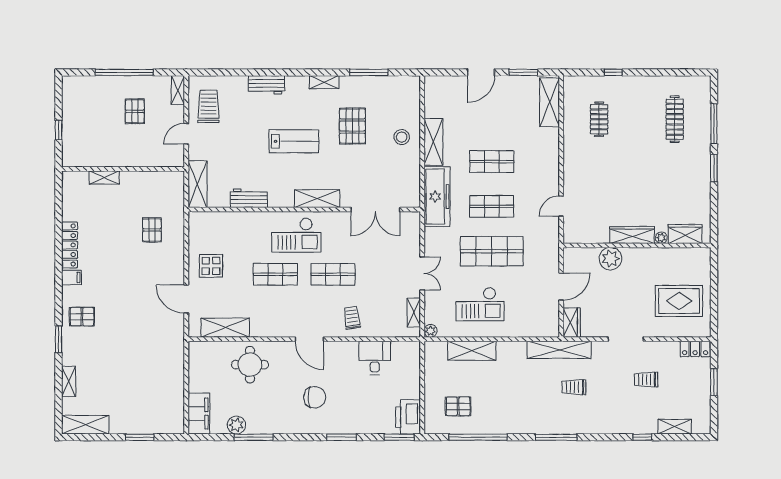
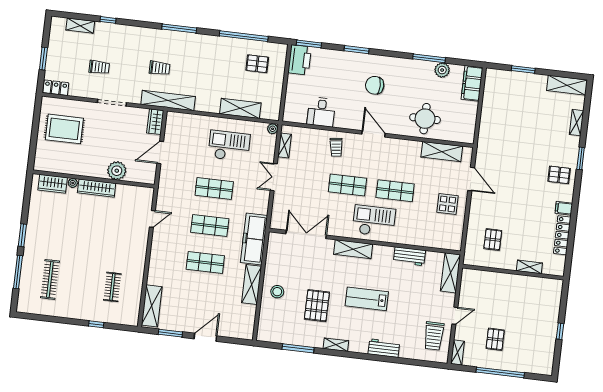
wall: (123, 169) -> (513, 272), moved
shelving: (104, 178) -> (529, 267), moved
shop shelf: (492, 251) -> (214, 189), width x0.70, depth x0.74

